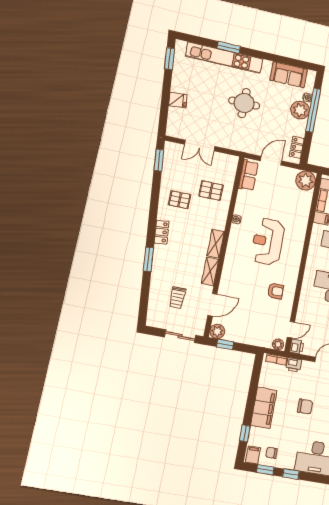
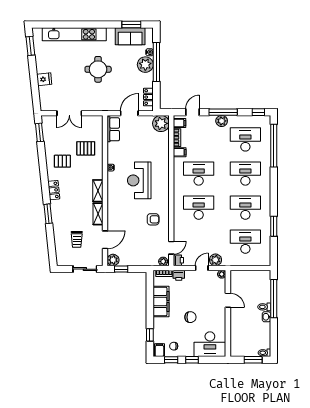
window: (229, 47) -> (131, 25), moved
chair: (305, 407) -> (190, 317), moved
filing cabinet: (264, 408) -> (161, 302), moved

